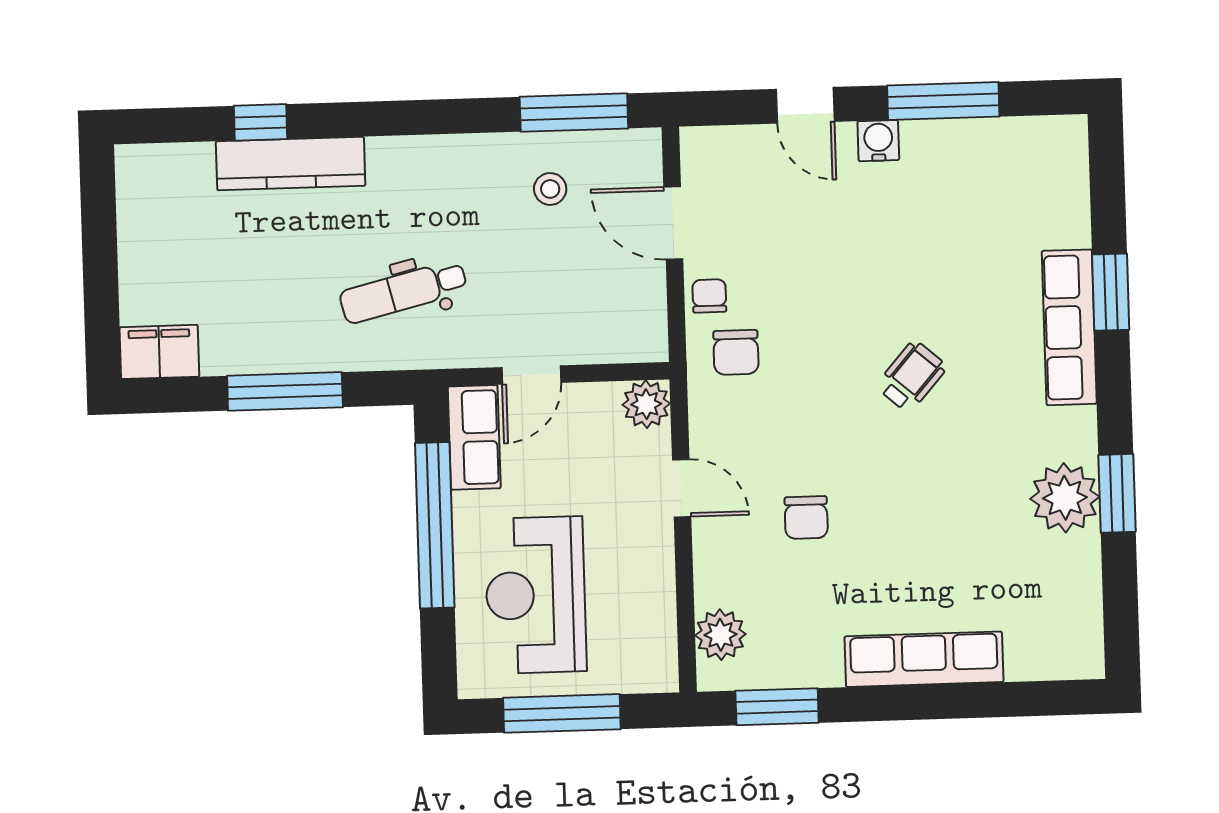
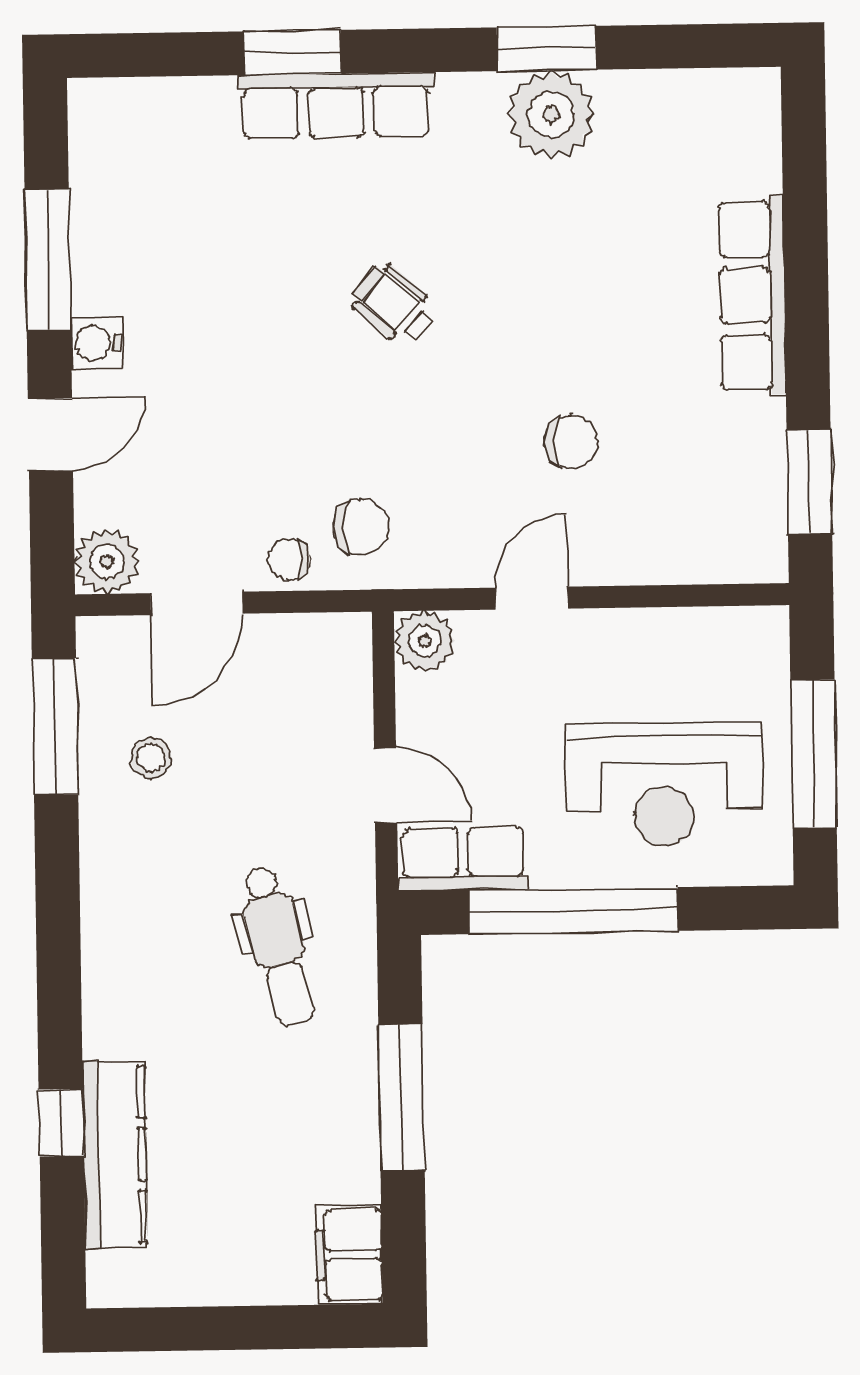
kitchen counter: (291, 164) -> (115, 1155), moved
plant: (720, 635) -> (107, 562), moved

